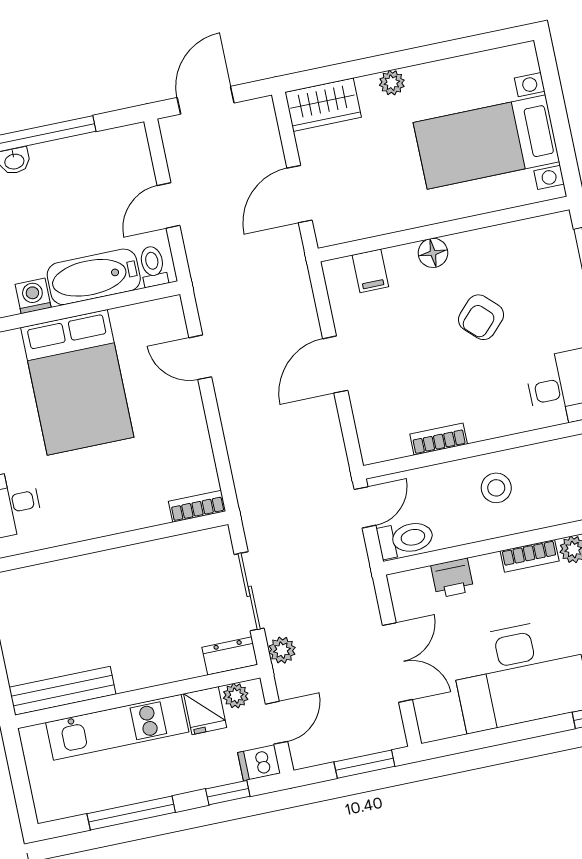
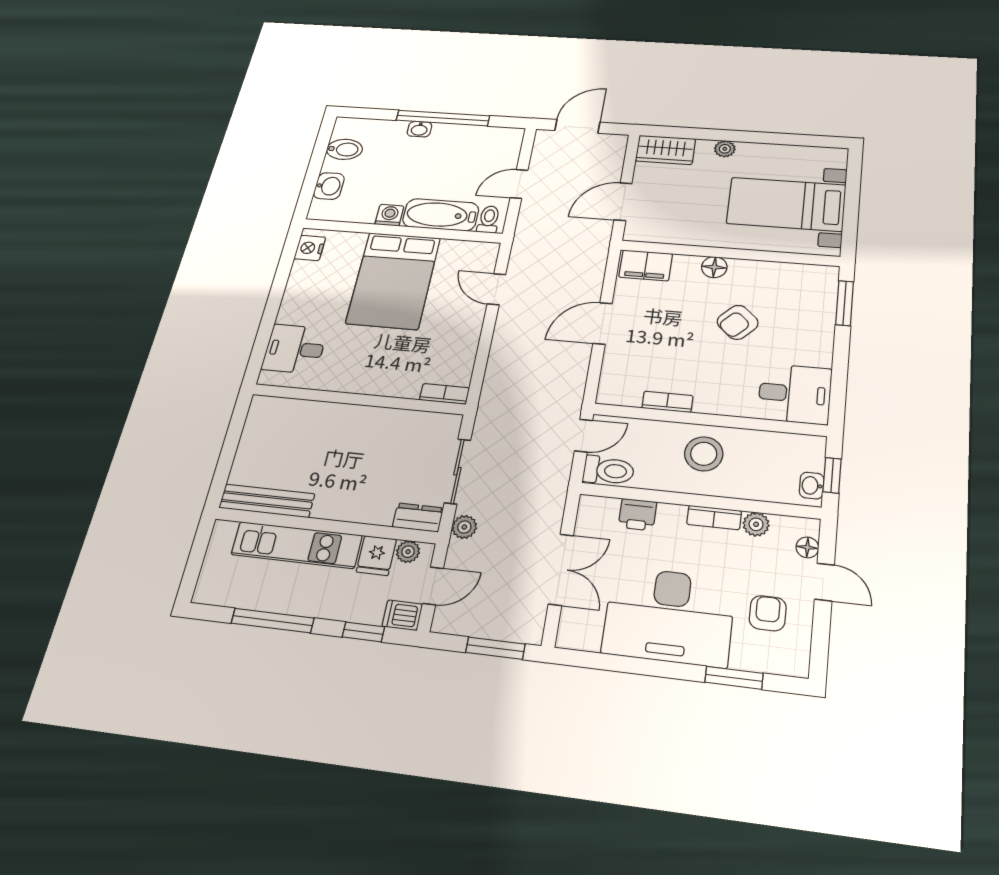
filing cabinet: (370, 271) -> (646, 265), width x2.00
stool: (496, 488) -> (704, 454), width x1.38, depth x1.38

